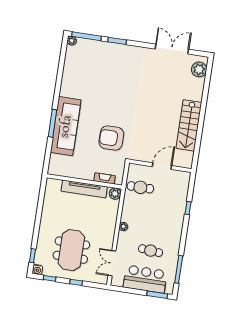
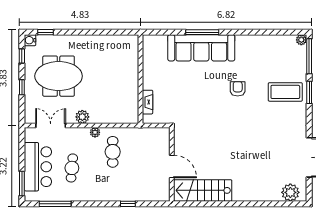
coffee table: (114, 61) -> (285, 92), added
stairs: (189, 125) -> (203, 190), moved
armchair: (111, 138) -> (238, 89), moved, width x0.53, depth x0.53
cafe table: (140, 187) -> (113, 152), moved
tv unit: (84, 189) -> (132, 80), removed
plant: (115, 194) -> (82, 117), moved

